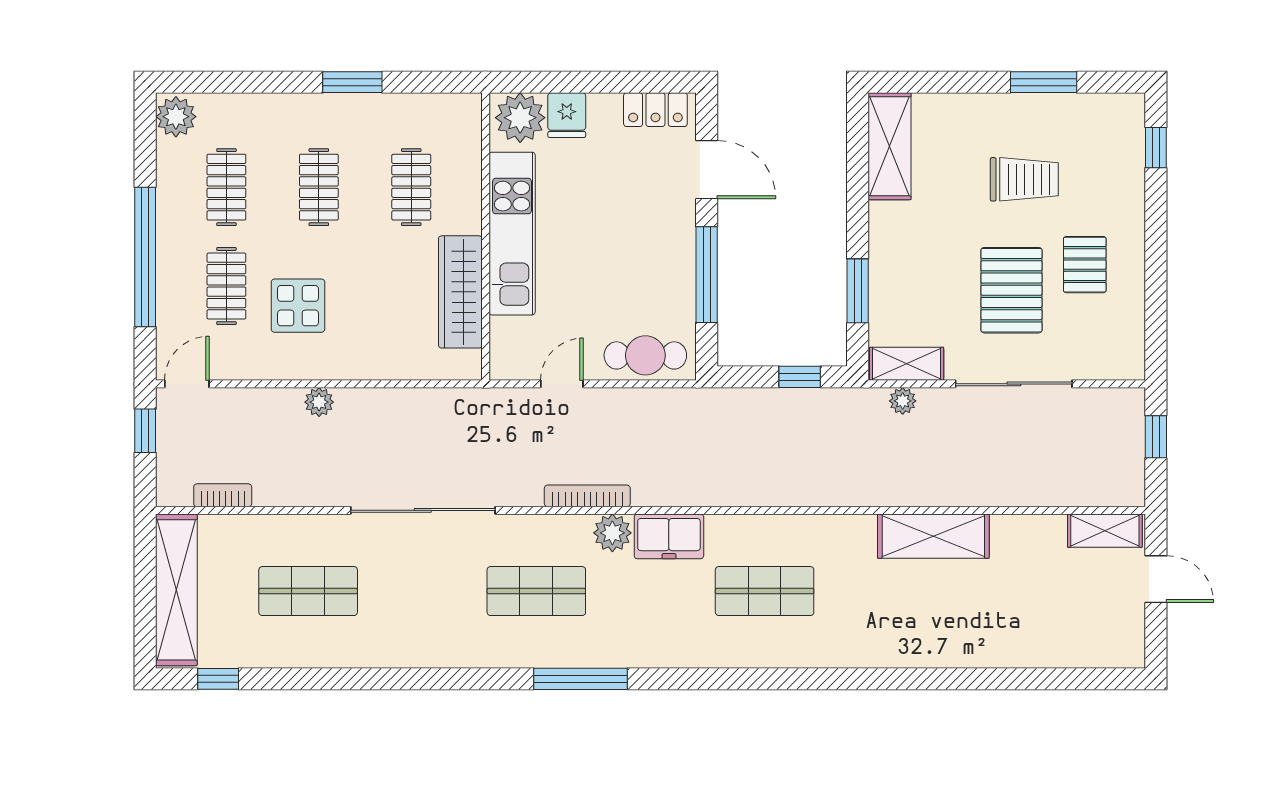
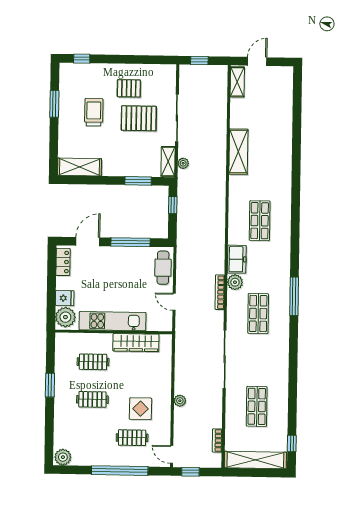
clothes rail: (226, 187) -> (92, 437), removed

